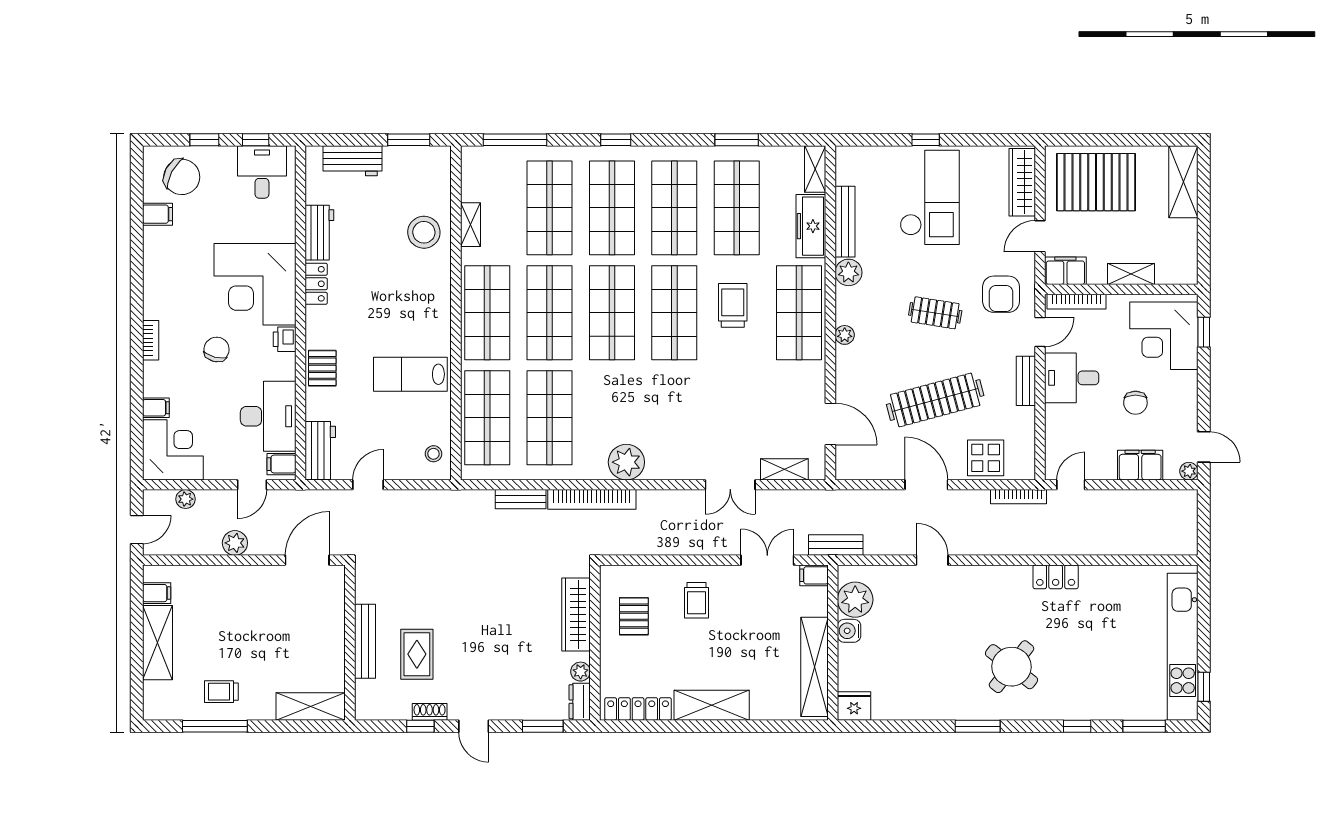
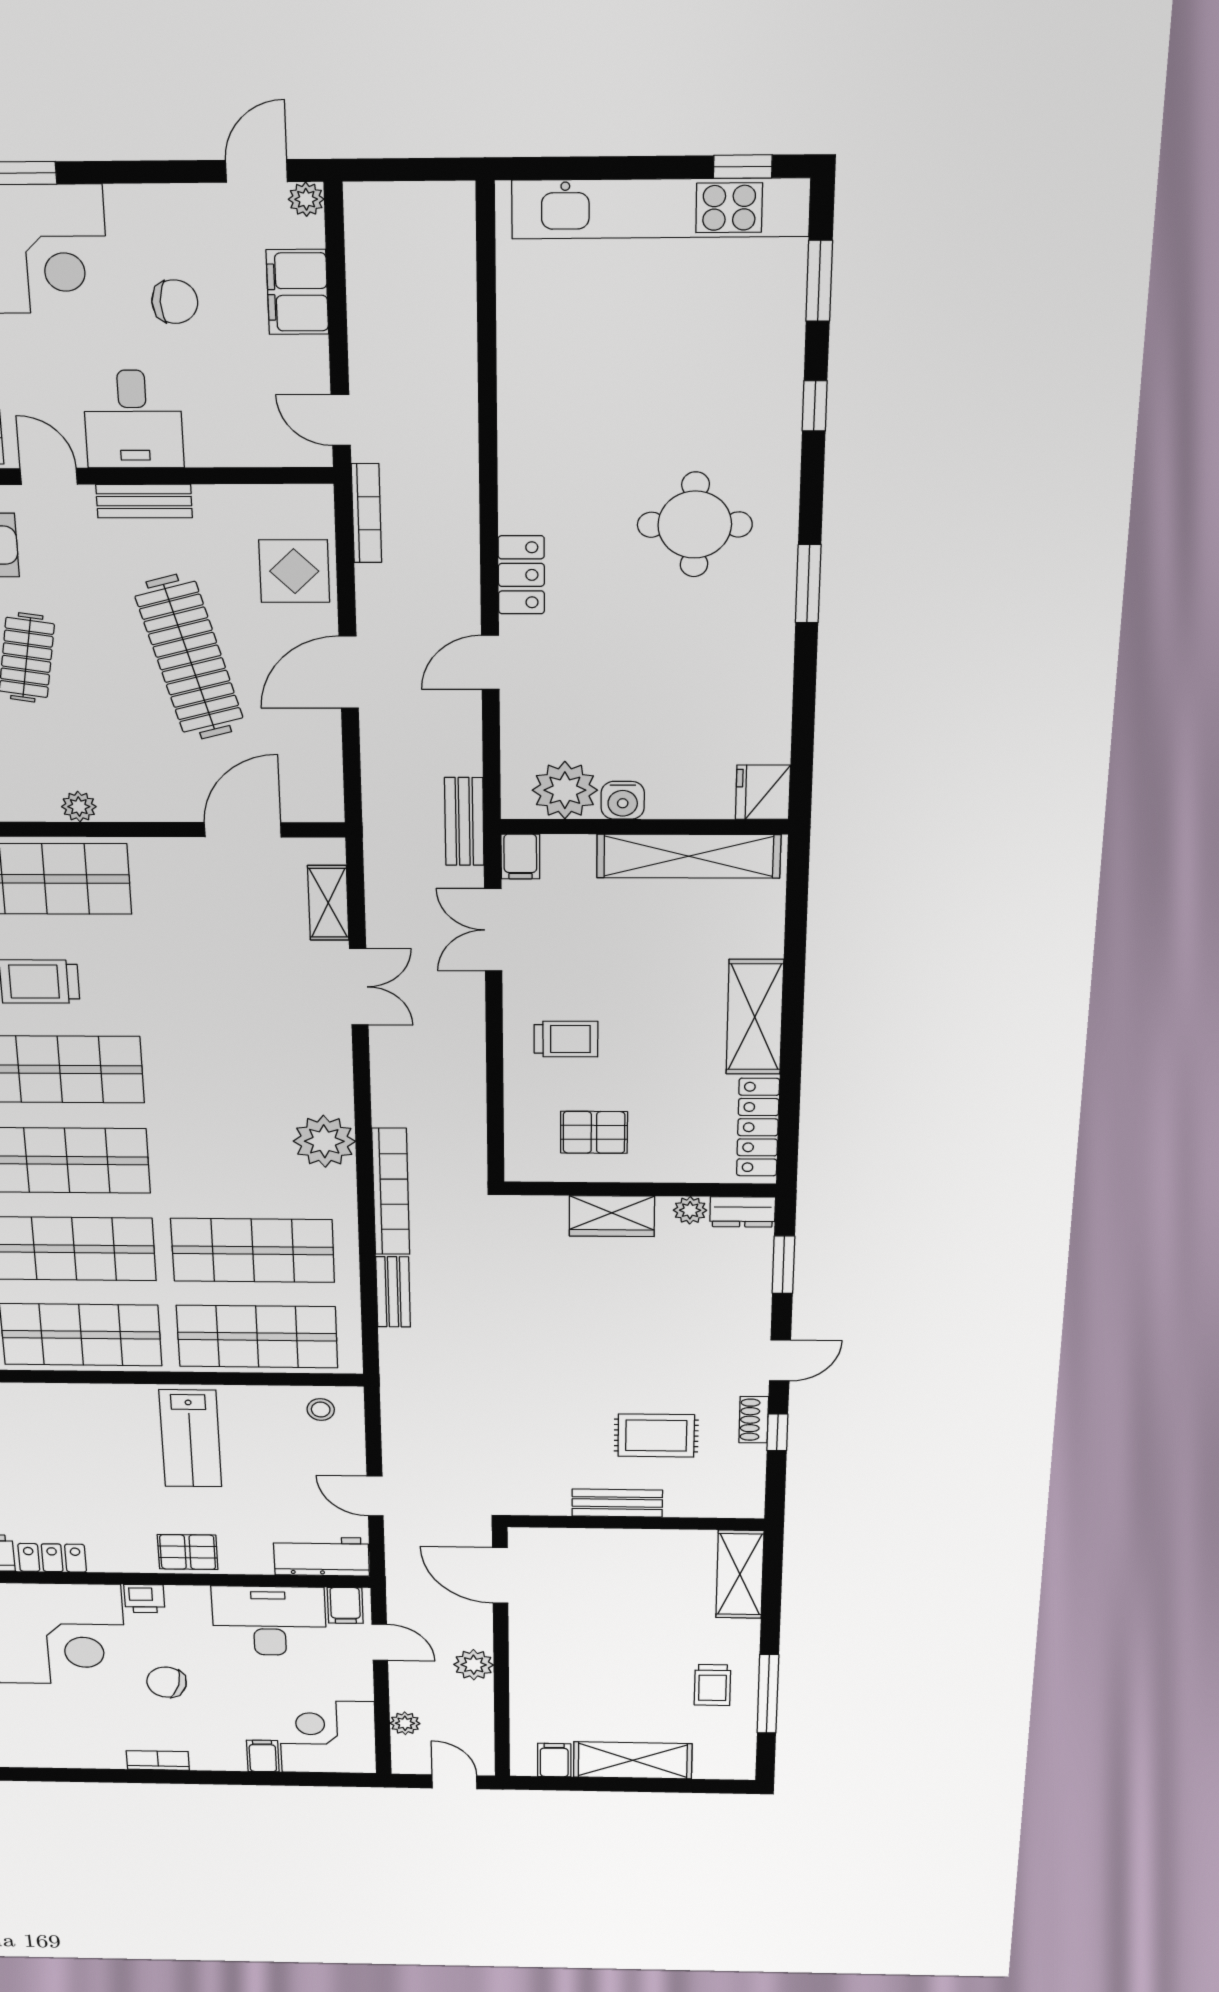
locker: (1056, 577) -> (521, 575), moved
wardrobe: (576, 615) -> (612, 1216), width x0.67
bench: (365, 641) -> (617, 1503), width x0.73
round table: (1012, 667) -> (695, 525), turned -38

